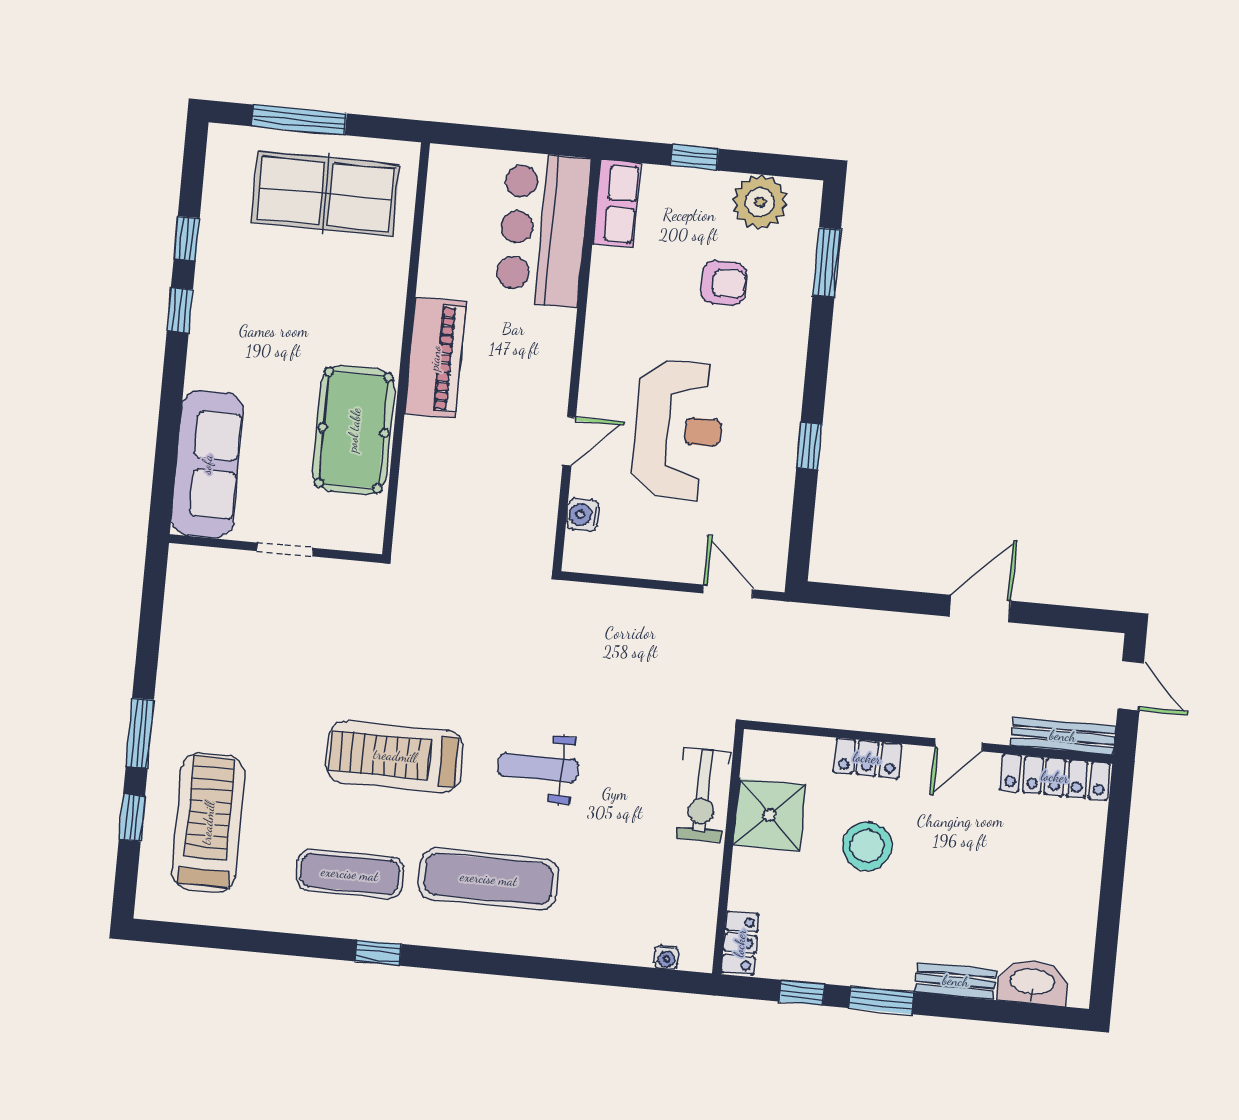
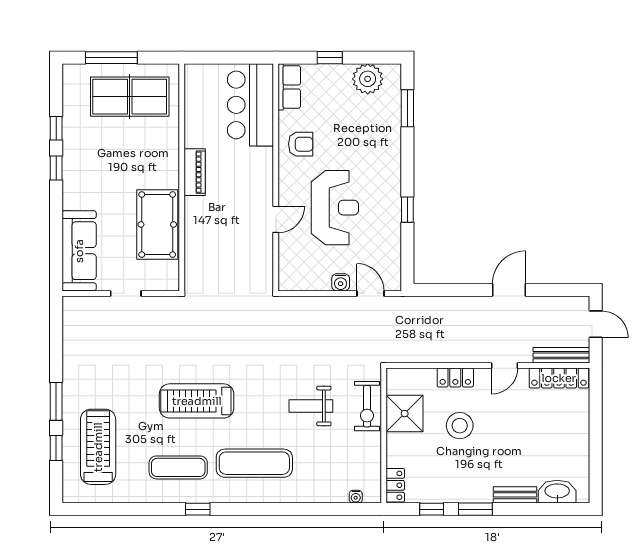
armchair: (724, 283) -> (301, 144), moved
piano: (435, 358) -> (195, 172), width x0.73, depth x0.75
water cooler: (583, 515) -> (341, 282), moved, turned -90
weight bench: (538, 768) -> (311, 406), moved

